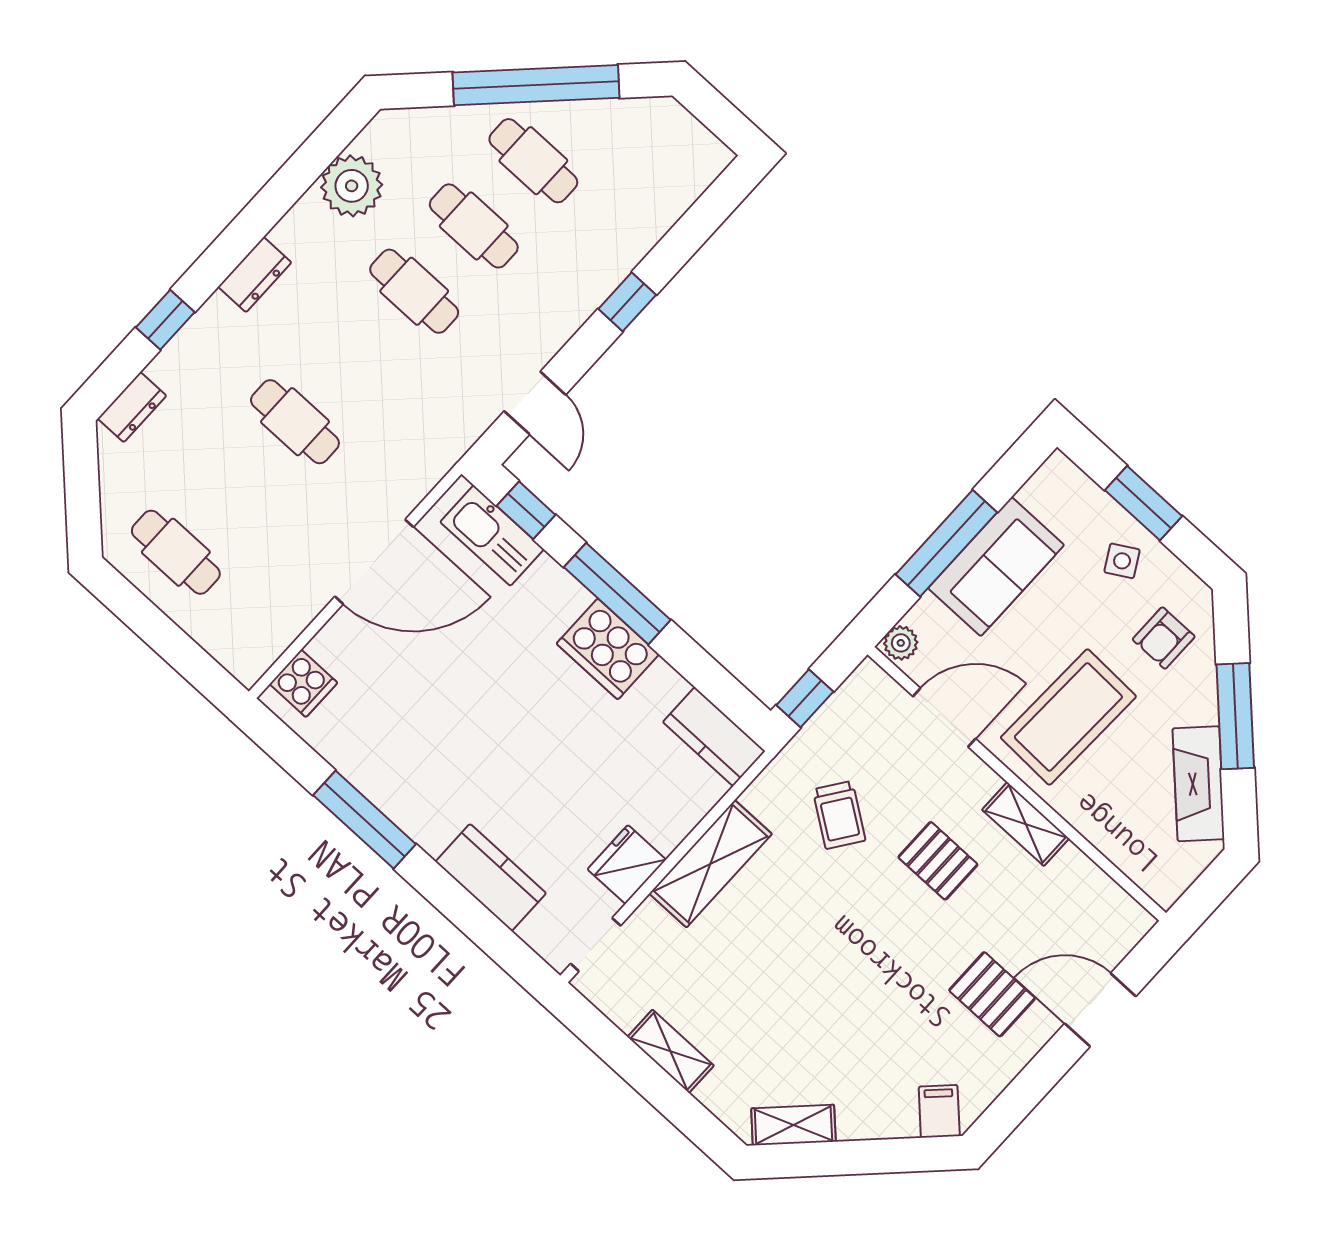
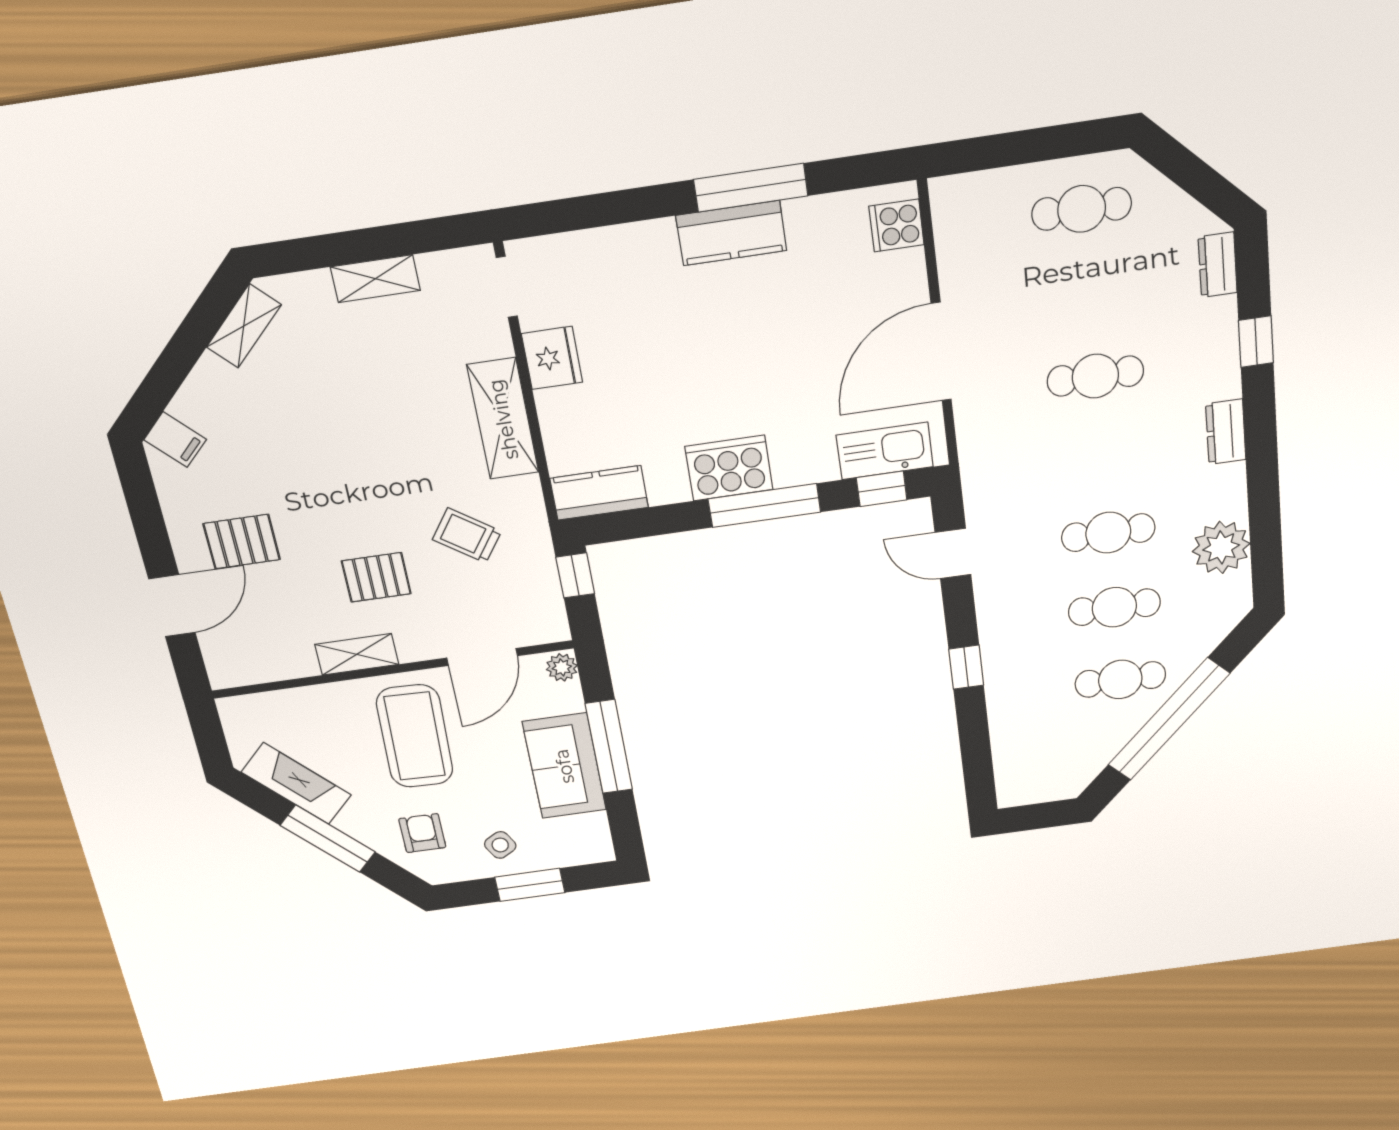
kitchen counter: (491, 877) -> (731, 233), moved

